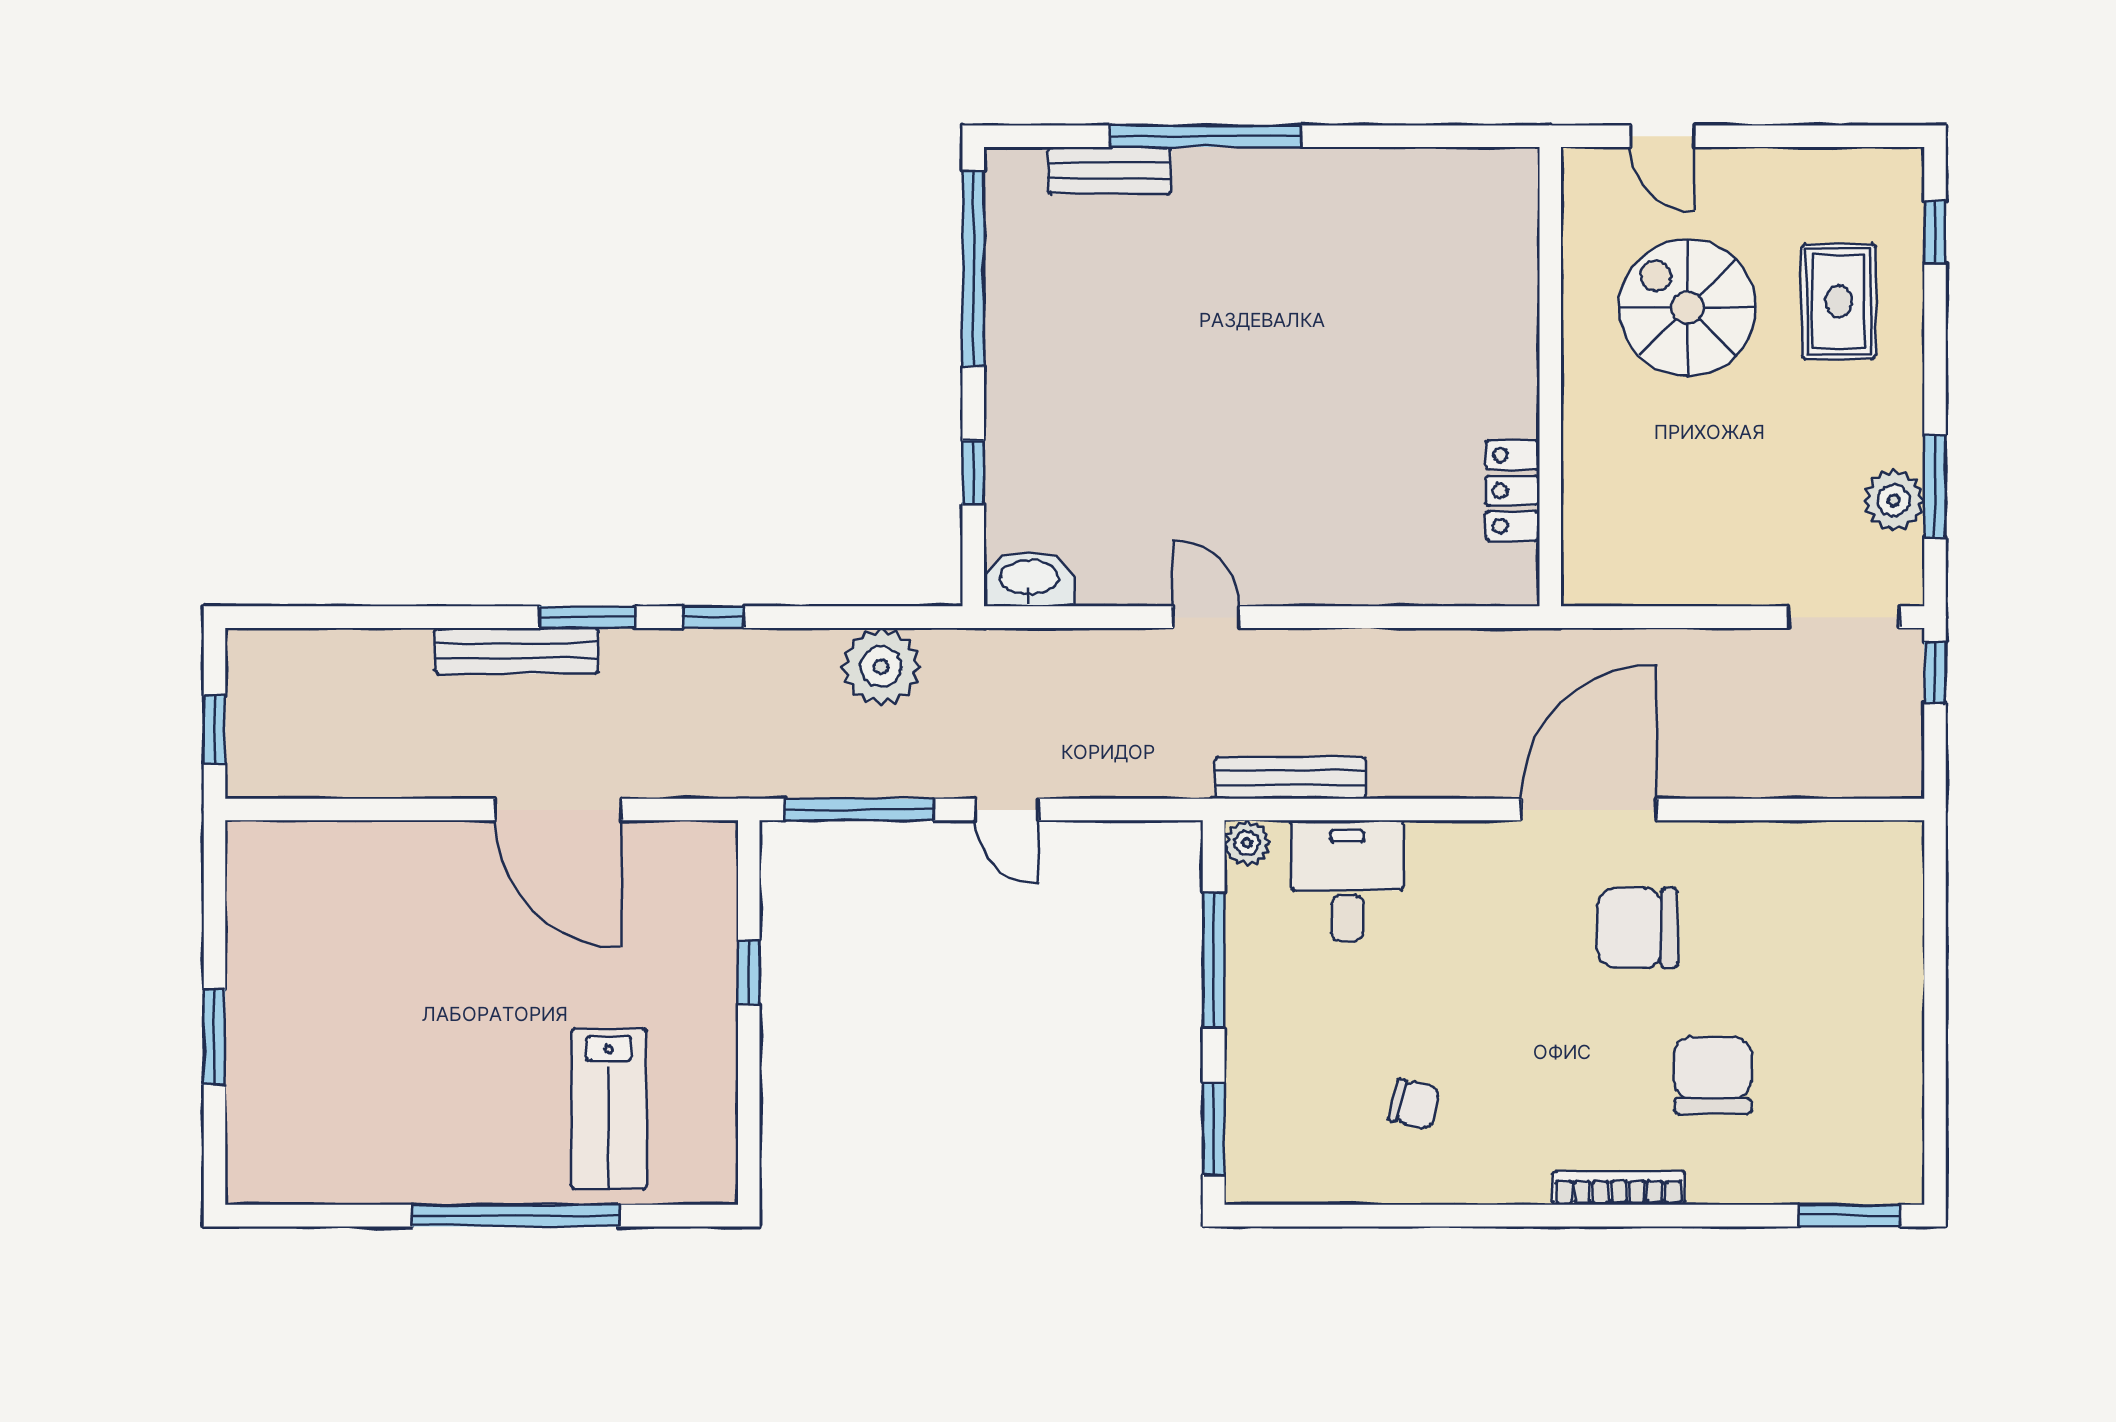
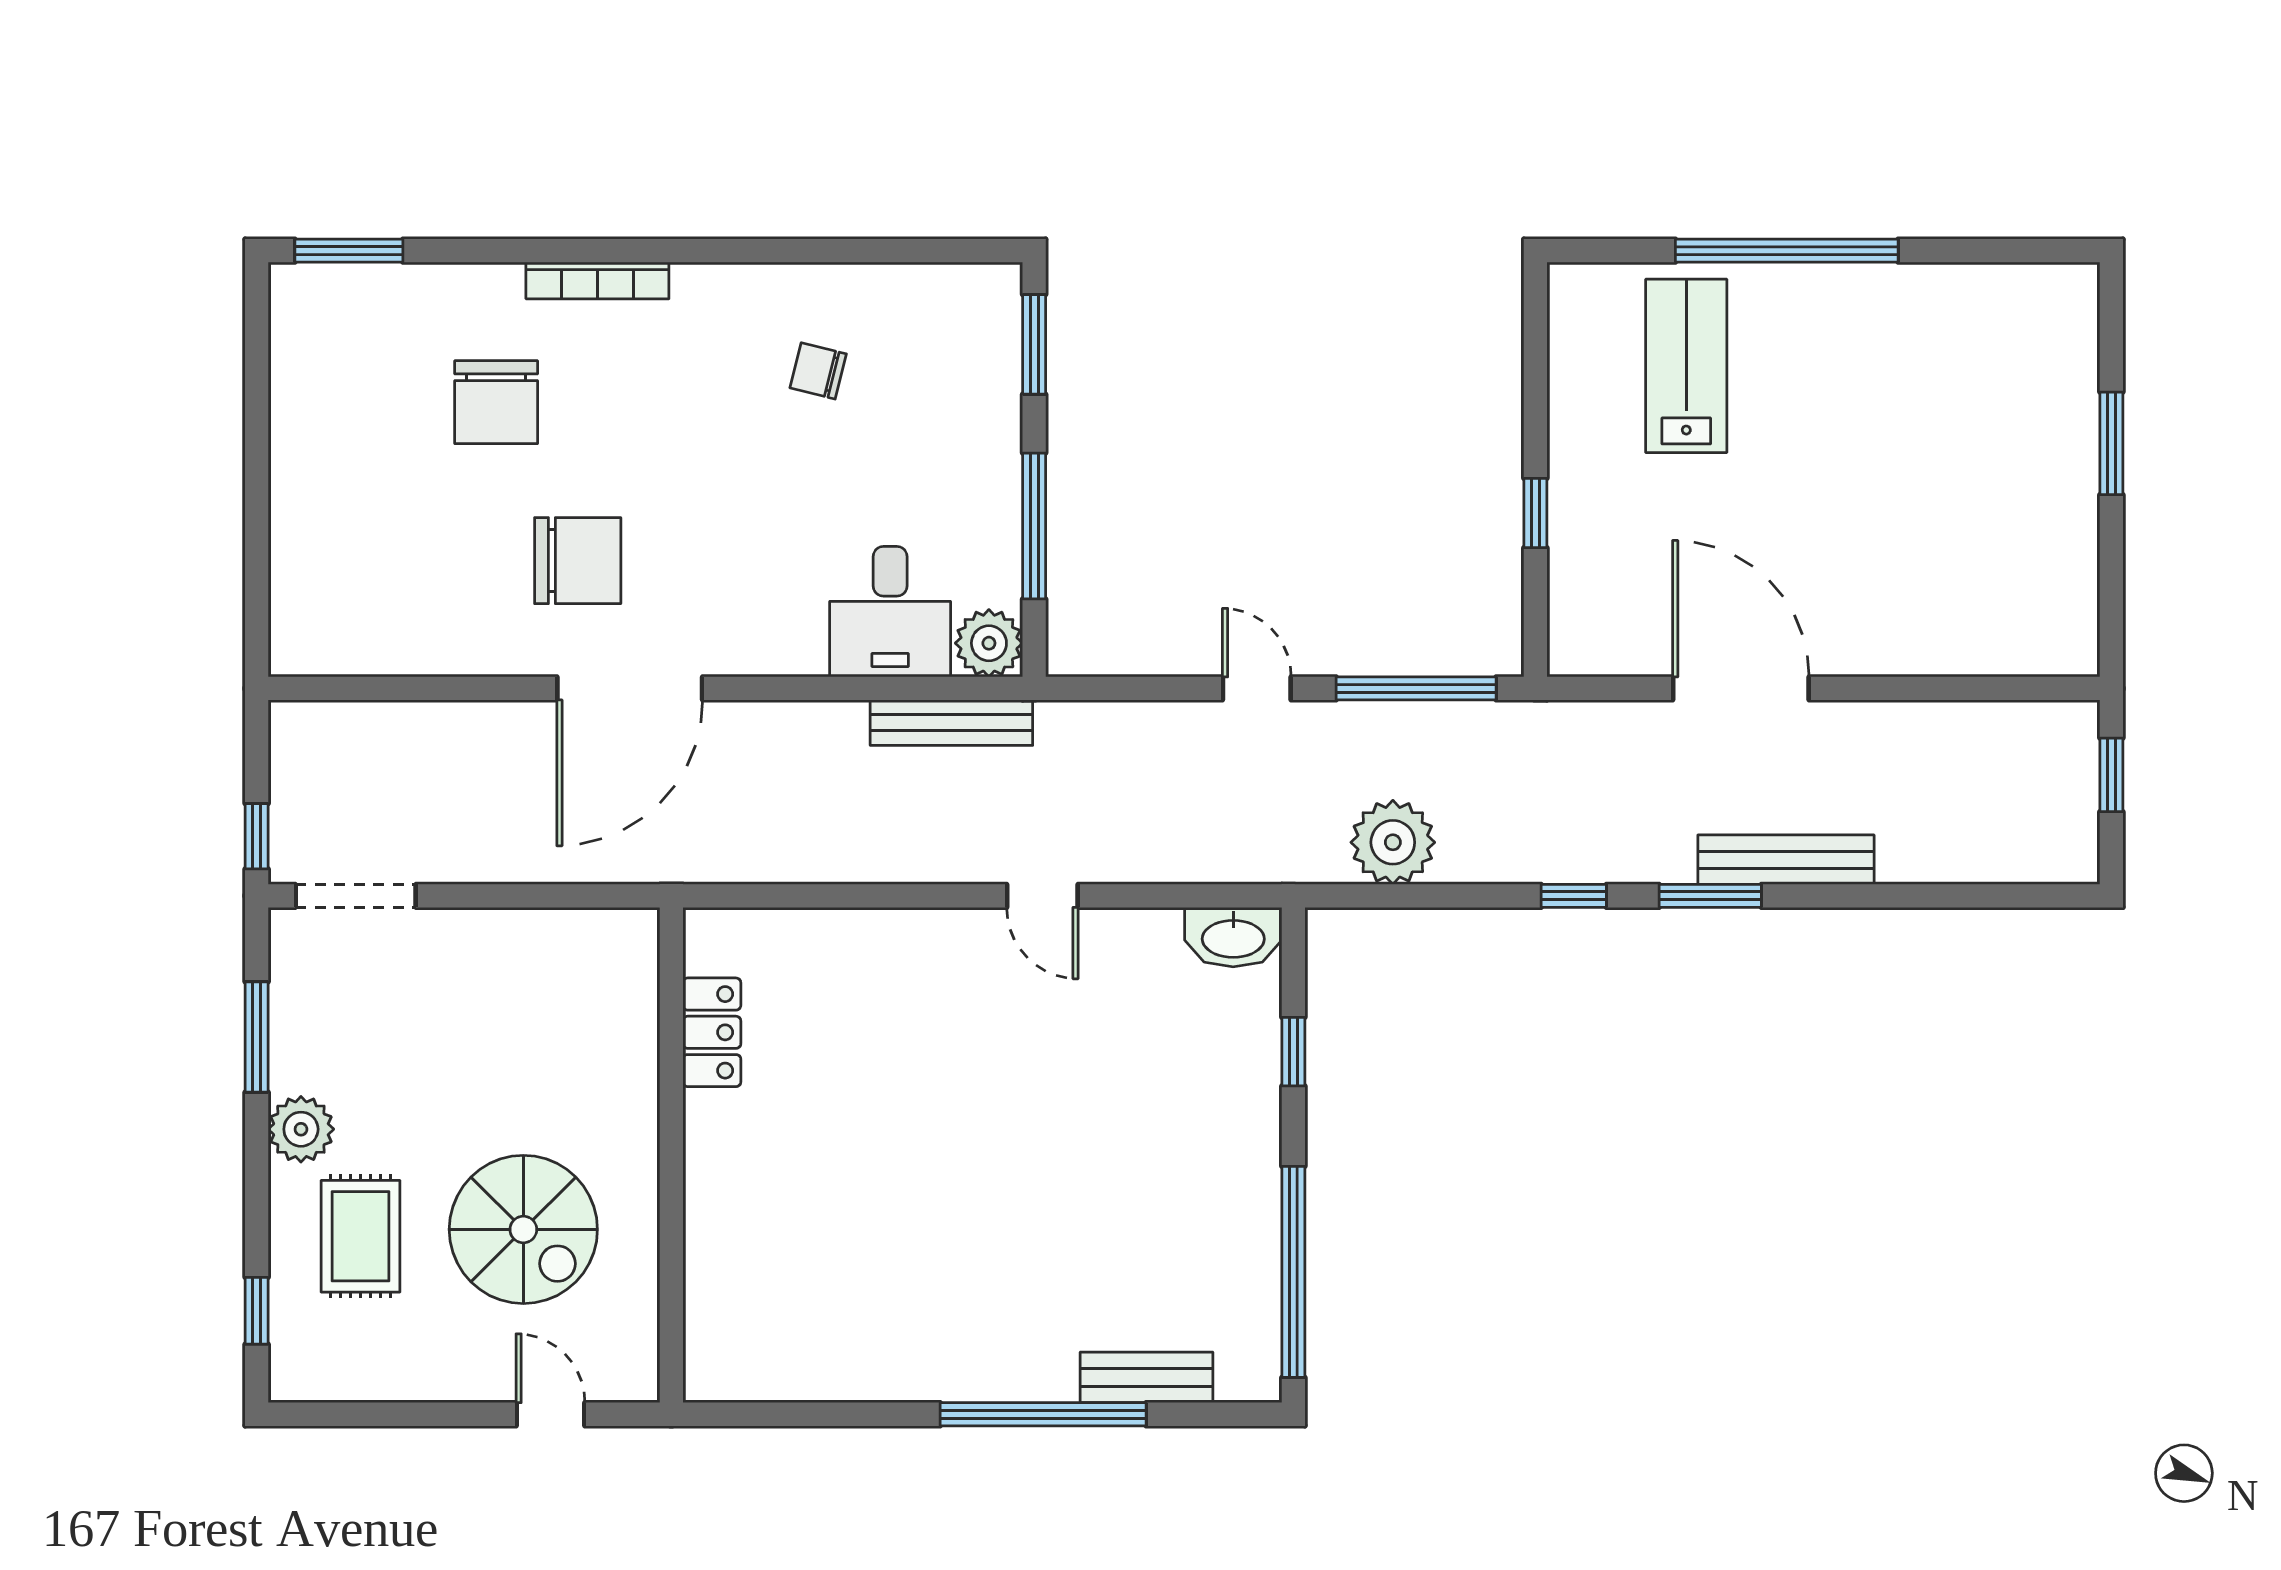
plant: (1894, 500) -> (301, 1129), moved
plant: (1247, 843) -> (989, 643), width x1.38, depth x1.38

